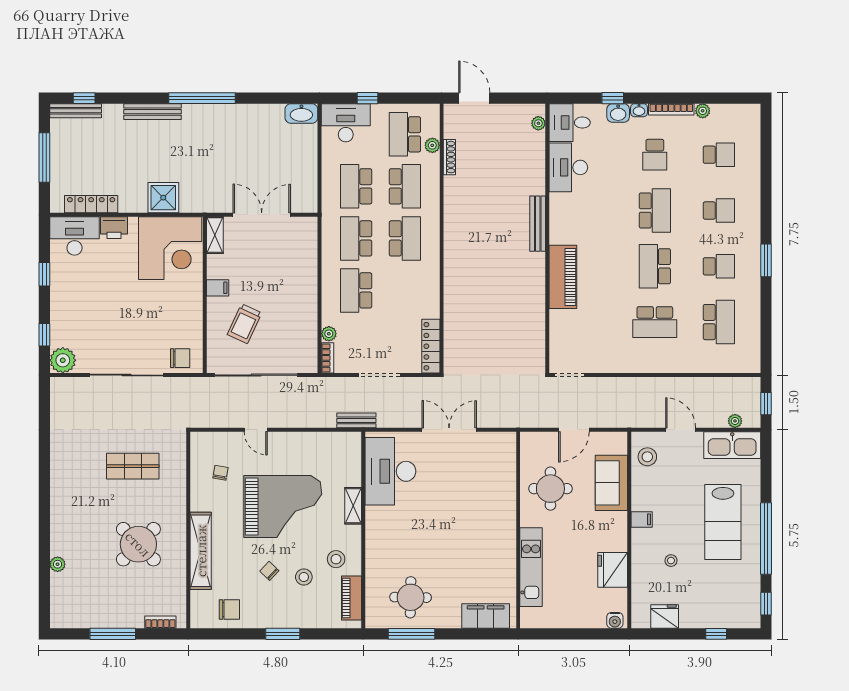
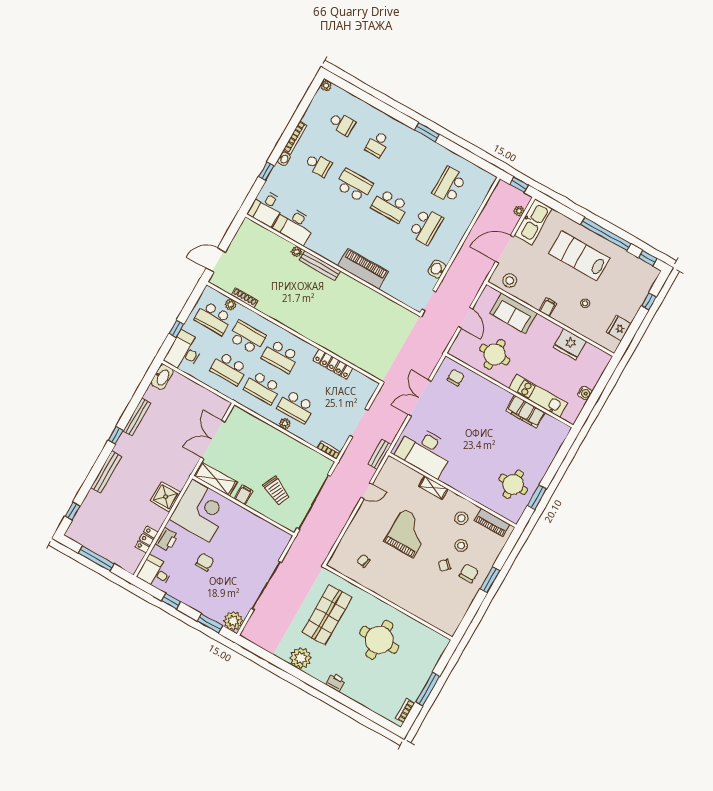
window: (202, 98) -> (116, 435), width x0.32
bench: (76, 111) -> (137, 417), moved
plant: (703, 111) -> (326, 85), moved
washbasin: (618, 113) -> (437, 269), moved, turned 180
plant: (538, 123) -> (297, 252), moved
school desk: (719, 155) -> (342, 124), turned 90
locker: (91, 204) -> (147, 540), width x0.66
school desk: (719, 210) -> (378, 144), turned 180
shelving: (215, 235) -> (215, 479), width x1.50, depth x1.33
desk: (74, 236) -> (155, 572), width x0.73
school desk: (405, 238) -> (280, 356), turned 180
school desk: (719, 266) -> (413, 165), removed
school desk: (719, 322) -> (449, 185), turned -90
plant: (329, 334) -> (285, 424), moved
window: (44, 335) -> (210, 623), width x1.50
locker: (431, 346) -> (333, 364), moved
chair: (180, 358) -> (205, 562), moved
door: (256, 430) -> (367, 491), moved
door: (681, 430) -> (505, 249), width x1.36
chair: (497, 458) -> (456, 378), added
shop shelf: (133, 466) -> (327, 615), width x1.43, depth x1.36
grand piano: (283, 507) -> (408, 533), width x0.73, depth x0.68
printer: (59, 522) -> (336, 682), added
lab bench: (723, 522) -> (579, 256), turned 180
round table: (138, 544) -> (379, 640), turned 45
shelving: (201, 551) -> (406, 602), removed
plant: (58, 564) -> (301, 658), moved, width x1.88, depth x1.88
chair: (229, 609) -> (469, 573), moved
filing cabinet: (486, 616) -> (526, 412), moved, turned -90
water cooler: (615, 620) -> (585, 393), moved
bookcase: (160, 622) -> (405, 711), moved
window: (411, 634) -> (537, 497), width x0.69

